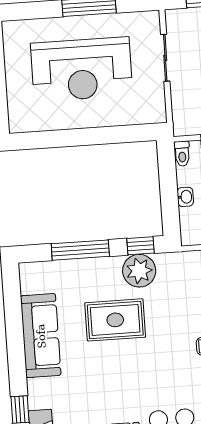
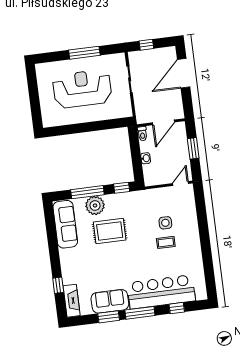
reception desk: (82, 69) -> (82, 89), turned 180
plant: (139, 271) -> (95, 205), moved
sofa: (41, 336) -> (65, 224), moved

